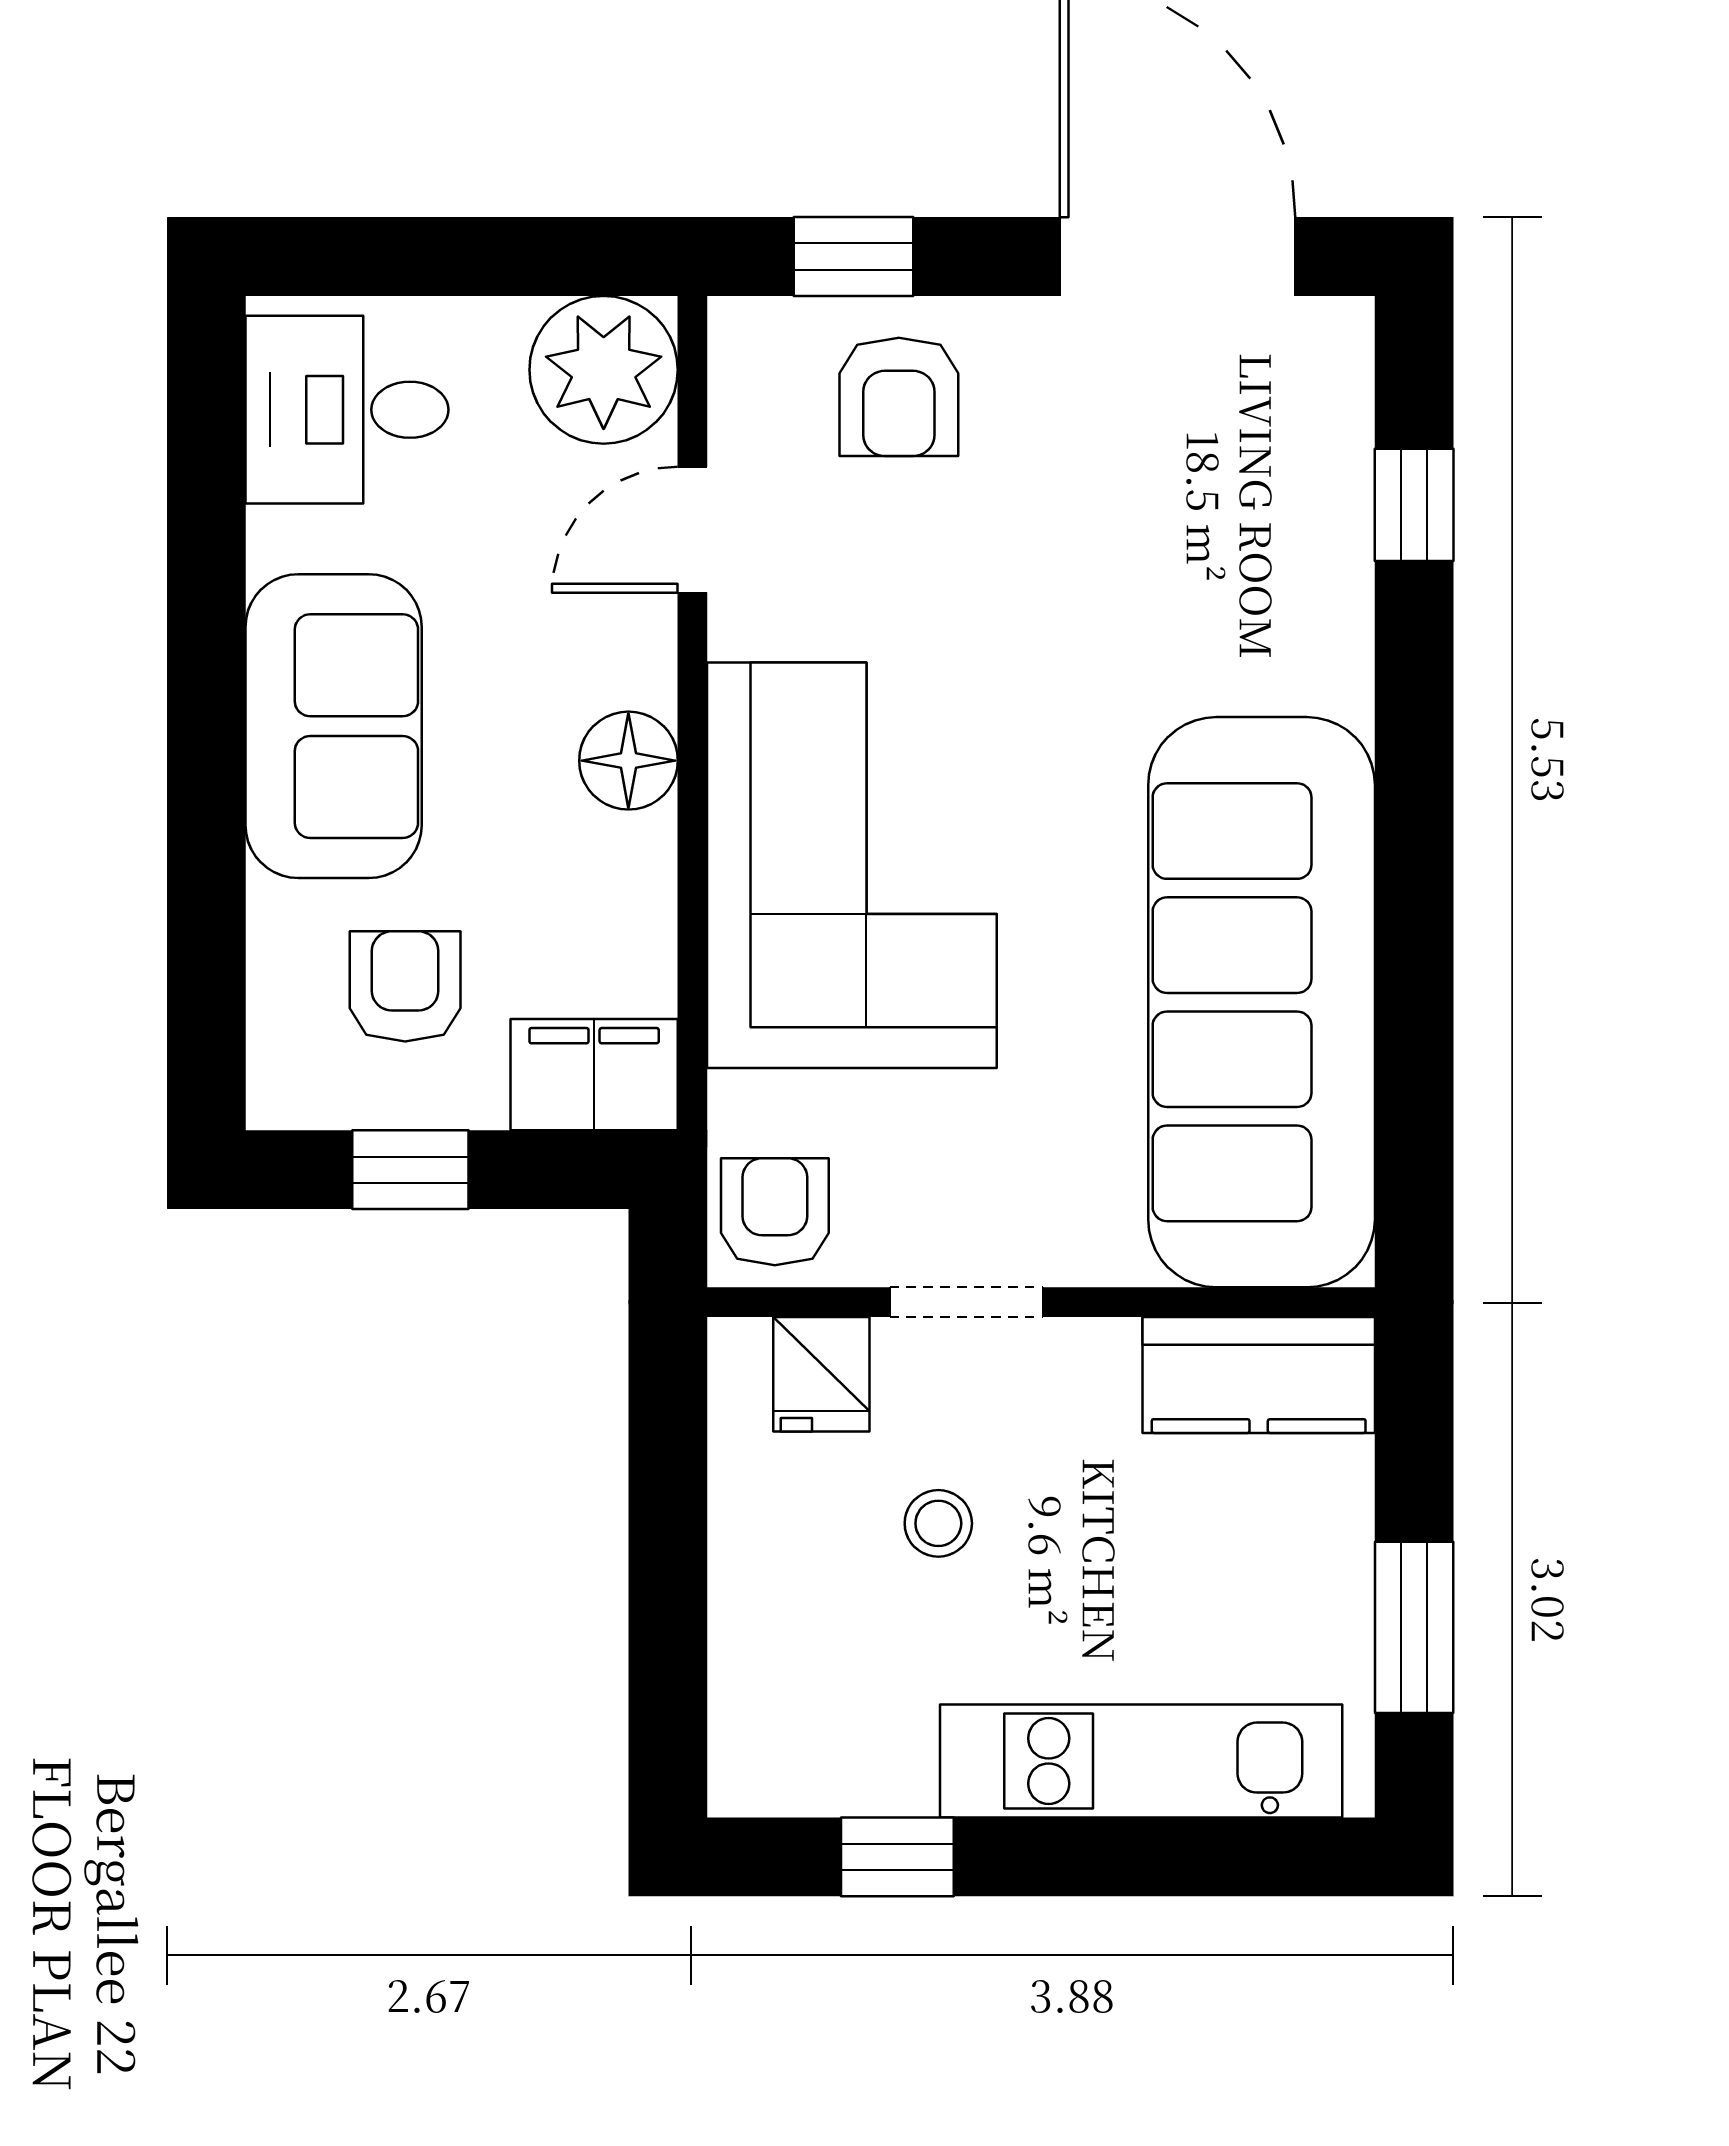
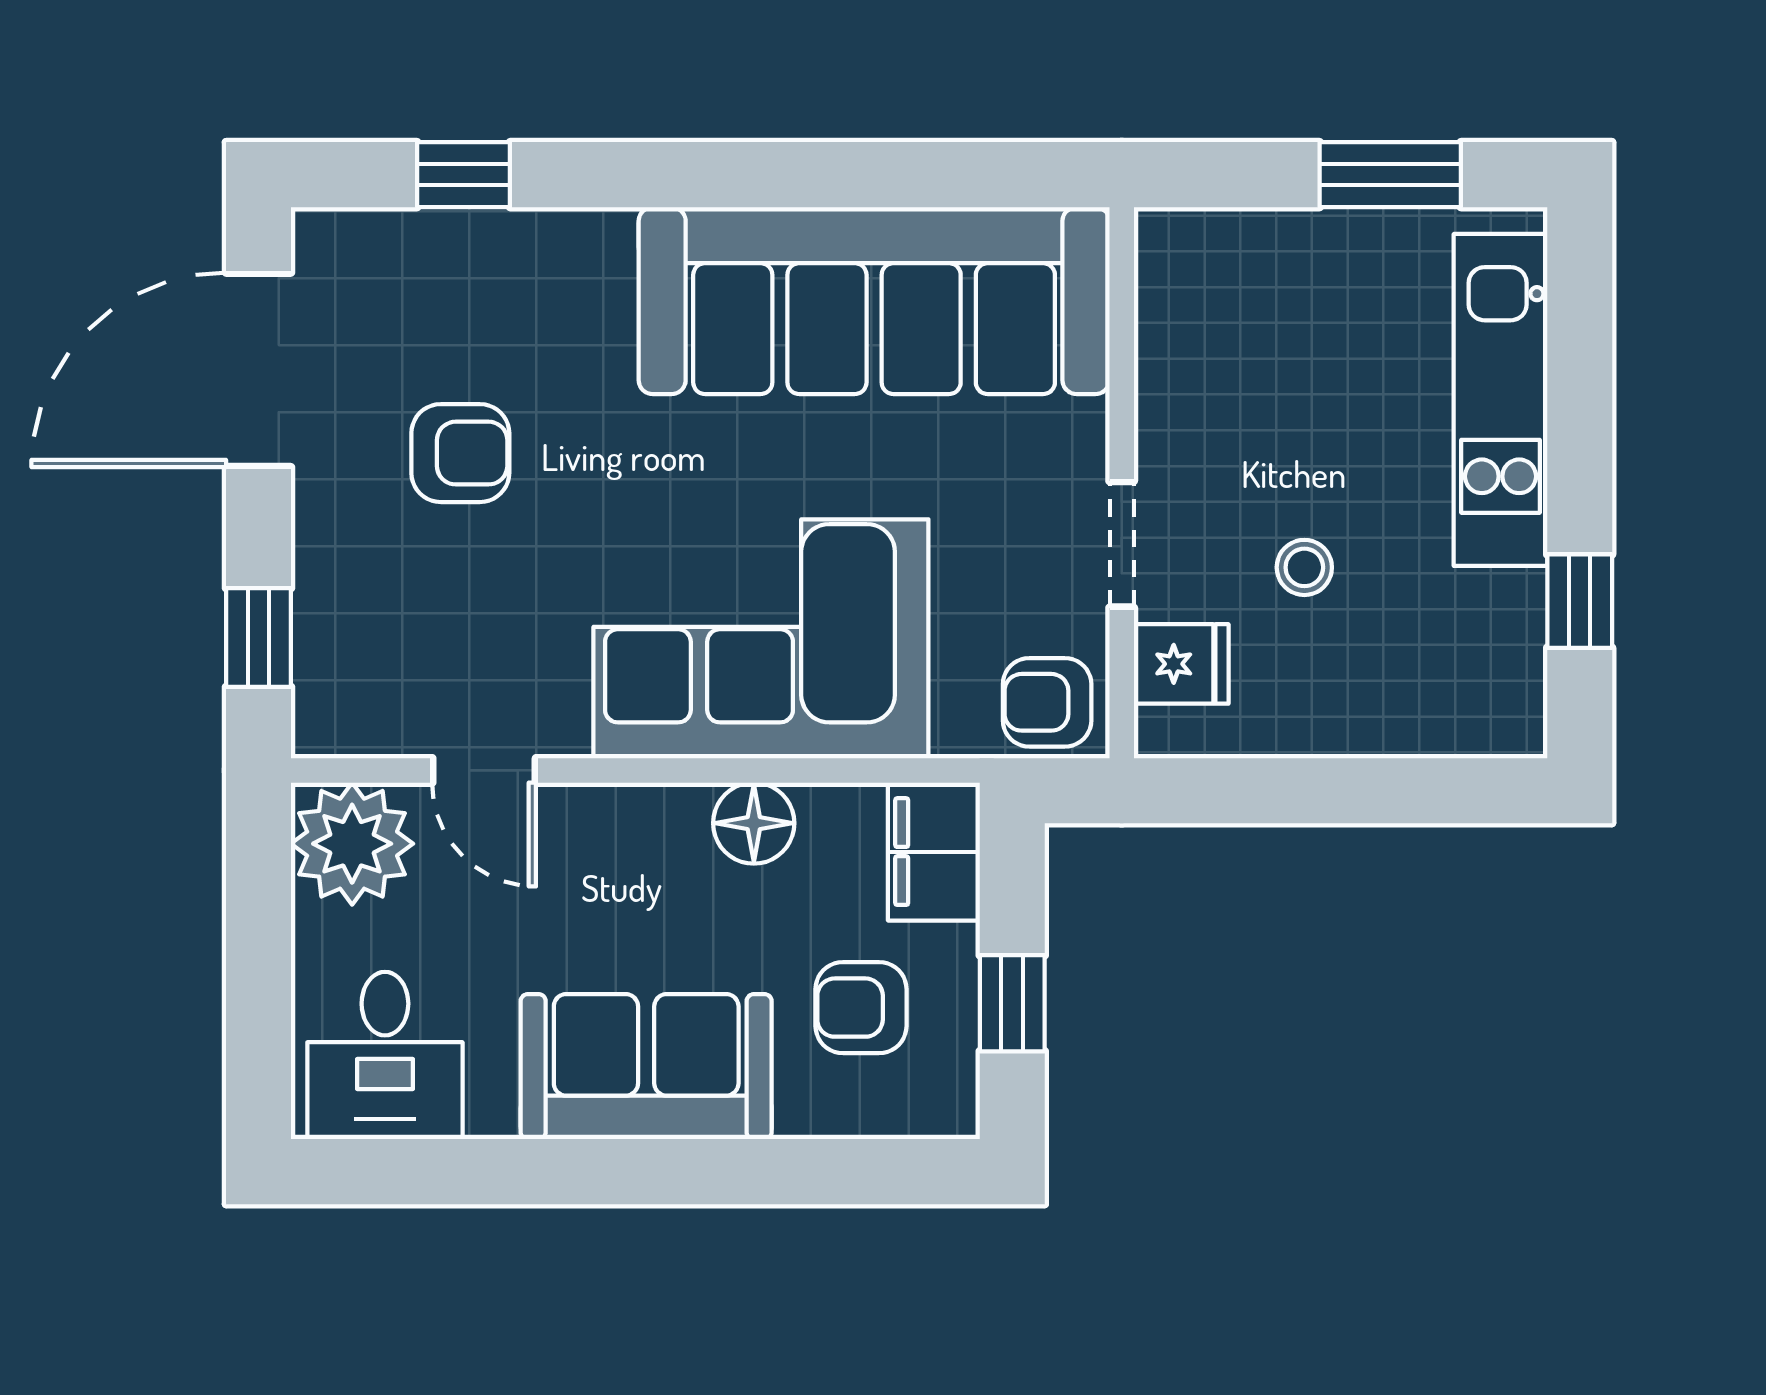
armchair: (899, 397) -> (460, 453), moved
floor lamp: (628, 761) -> (754, 823), moved
kitchen counter: (1259, 1375) -> (1182, 303), removed

